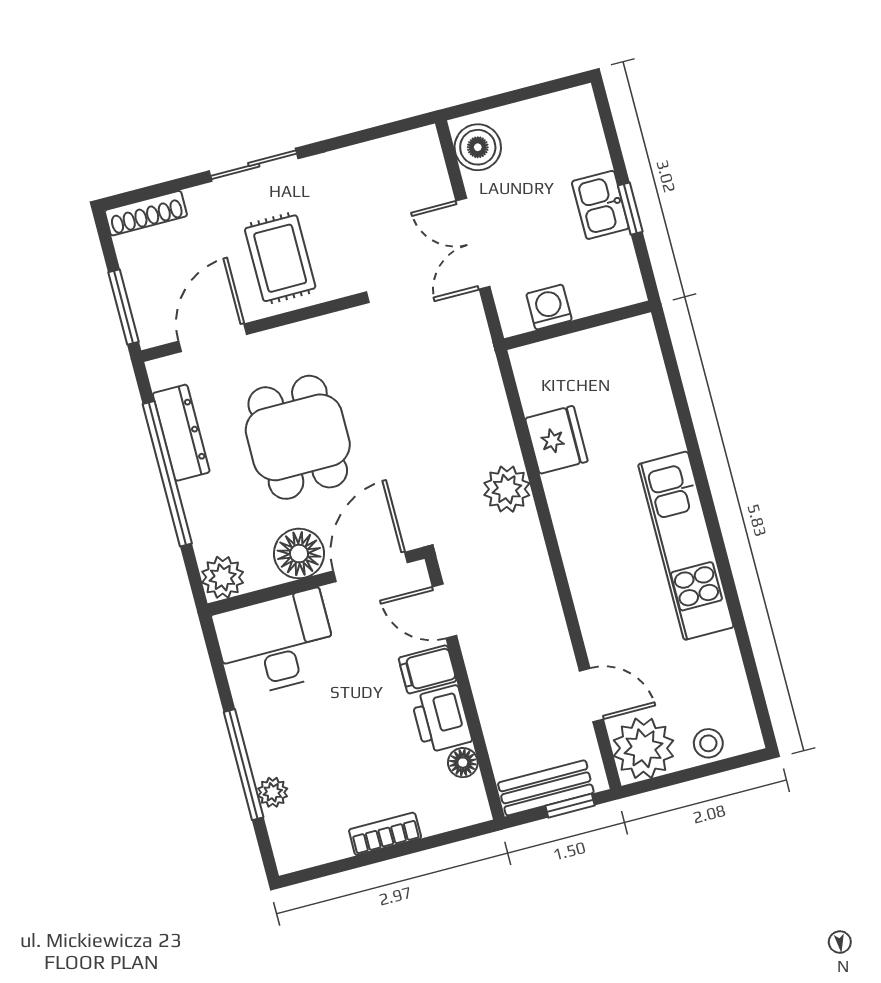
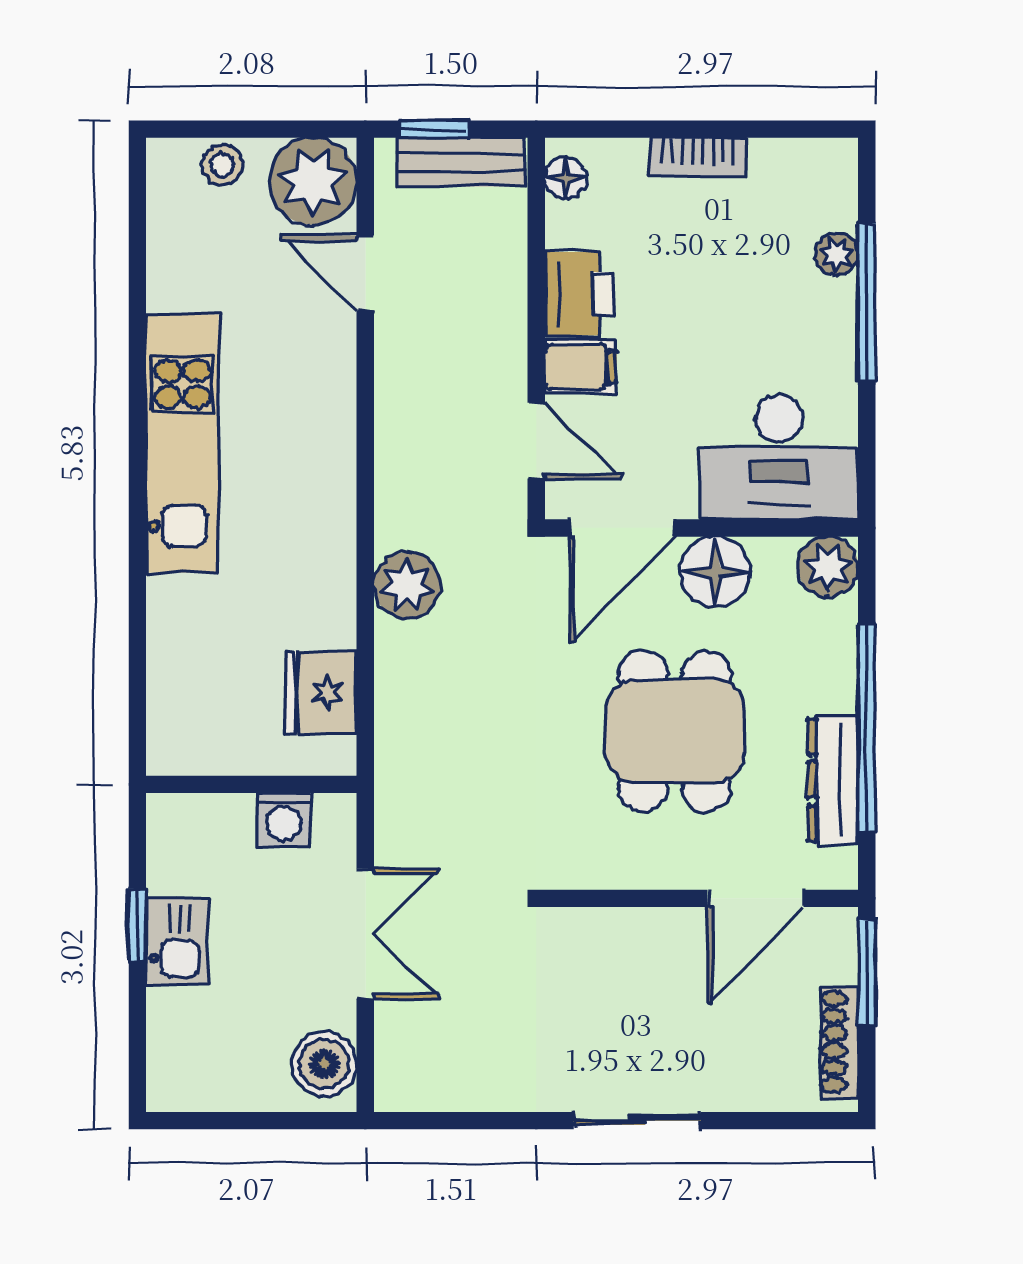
shoe rack: (146, 213) -> (839, 1042), moved, turned -90
rug: (280, 258) -> (635, 983), removed
fridge: (556, 440) -> (321, 693), moved
floor lamp: (463, 763) -> (566, 178), moved

